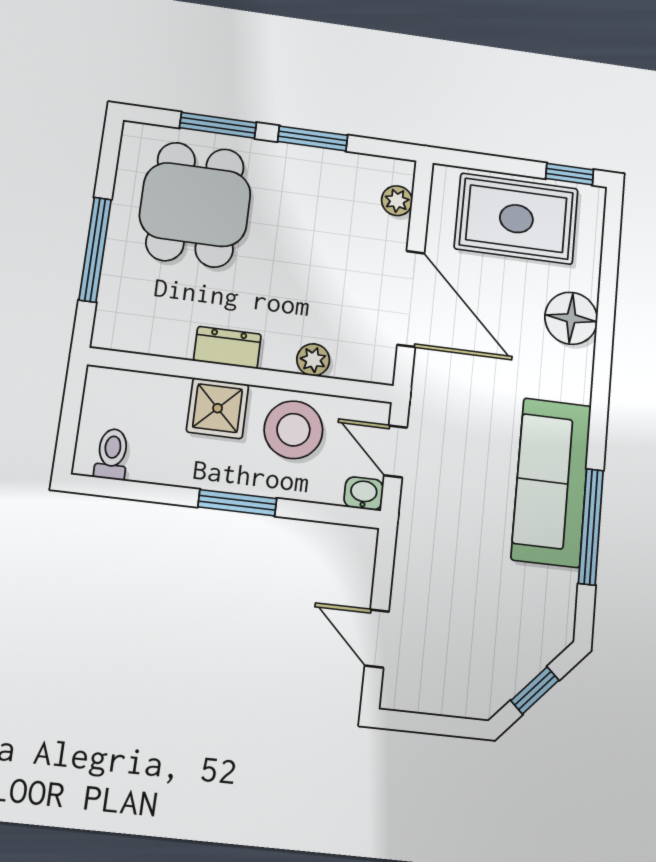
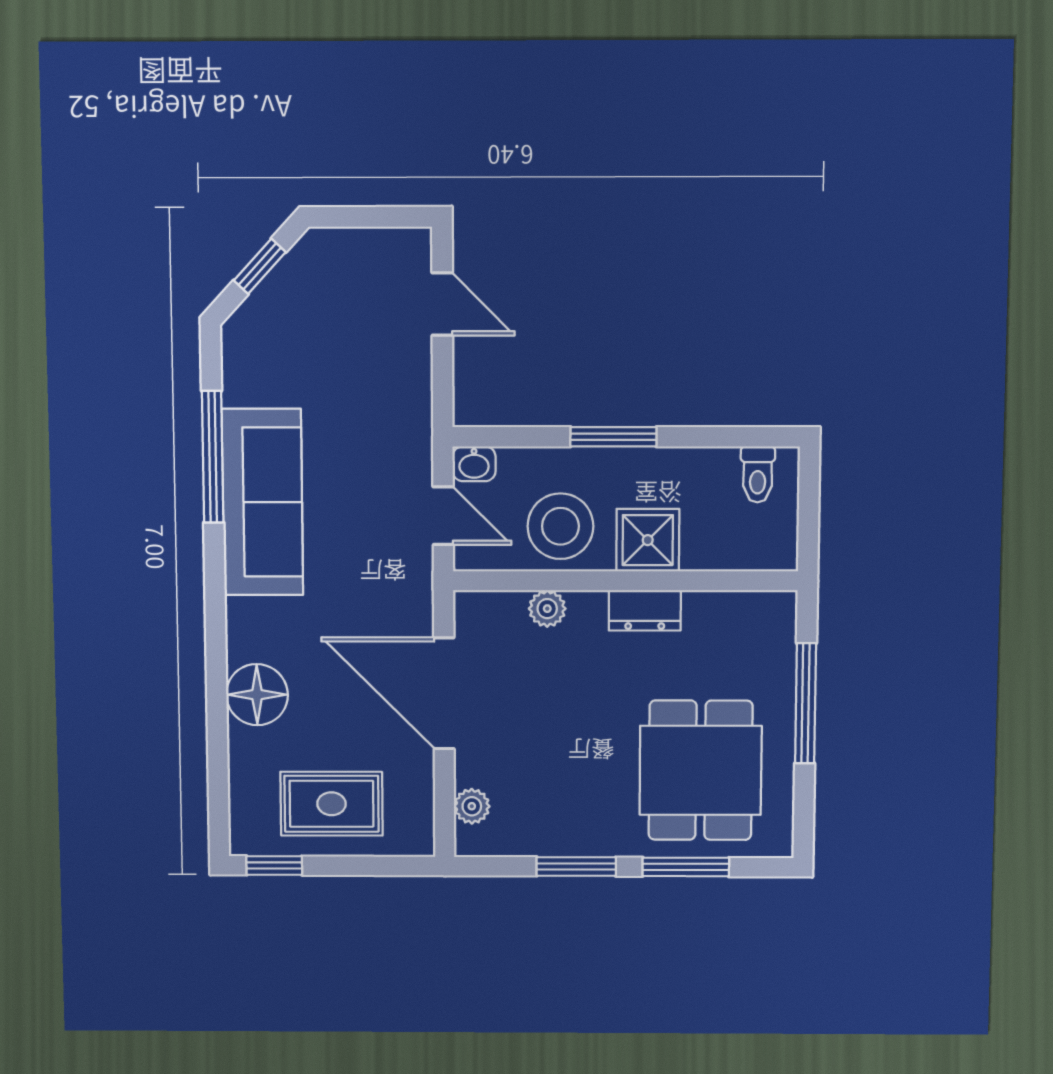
rug: (516, 219) -> (332, 804), width x0.73, depth x0.70

